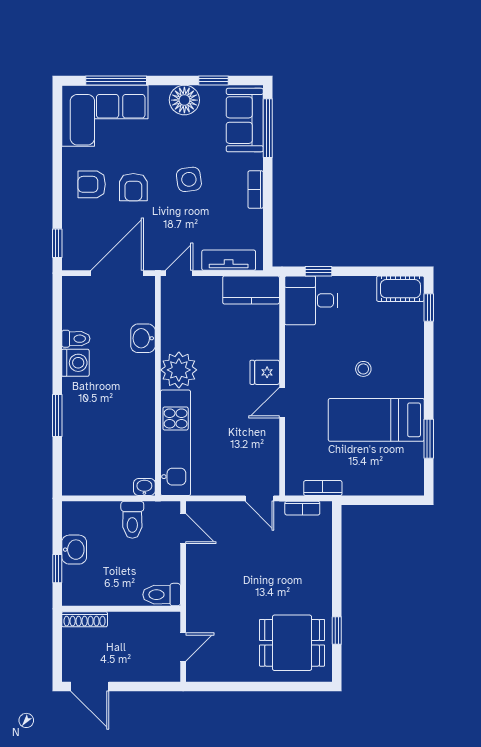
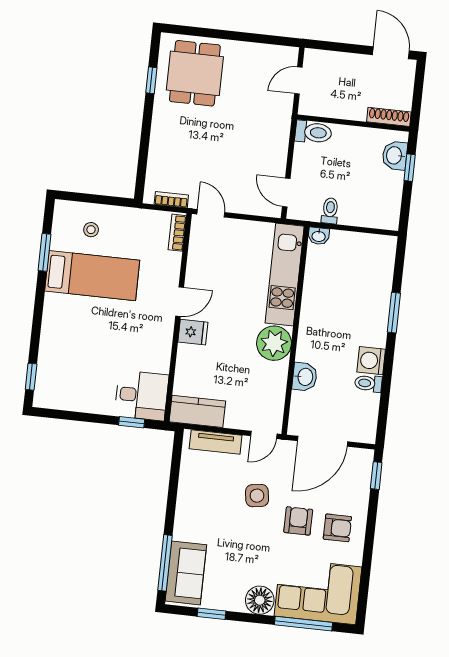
floor lamp: (184, 100) -> (260, 600), moved
side table: (189, 179) -> (257, 496), moved
bookcase: (256, 190) -> (183, 506), removed
cot: (400, 289) -> (56, 397), removed
stool: (363, 369) -> (91, 230), moved
bookcase: (323, 488) -> (177, 233), moved, turned 90
toilet: (132, 520) -> (330, 211), width x0.73, depth x0.72
washbasin: (74, 550) -> (395, 155), moved
dining table: (292, 643) -> (195, 73), turned 90

